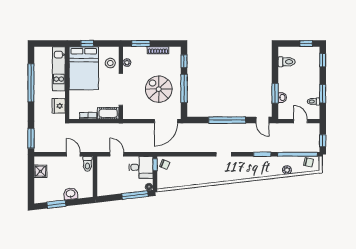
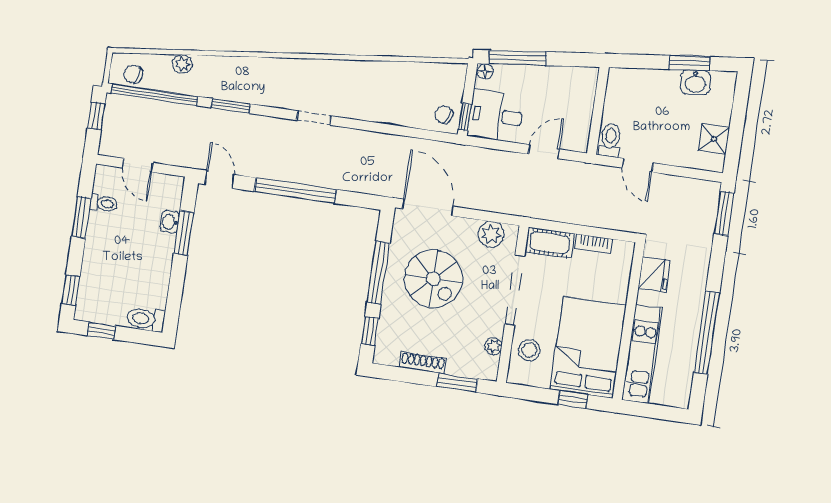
toilet: (287, 62) -> (146, 319), moved
plant: (135, 113) -> (491, 234), added
door: (166, 121) -> (428, 208), hinge flipped
door: (117, 154) -> (544, 152), swing flipped
washbasin: (71, 194) -> (695, 82), moved

